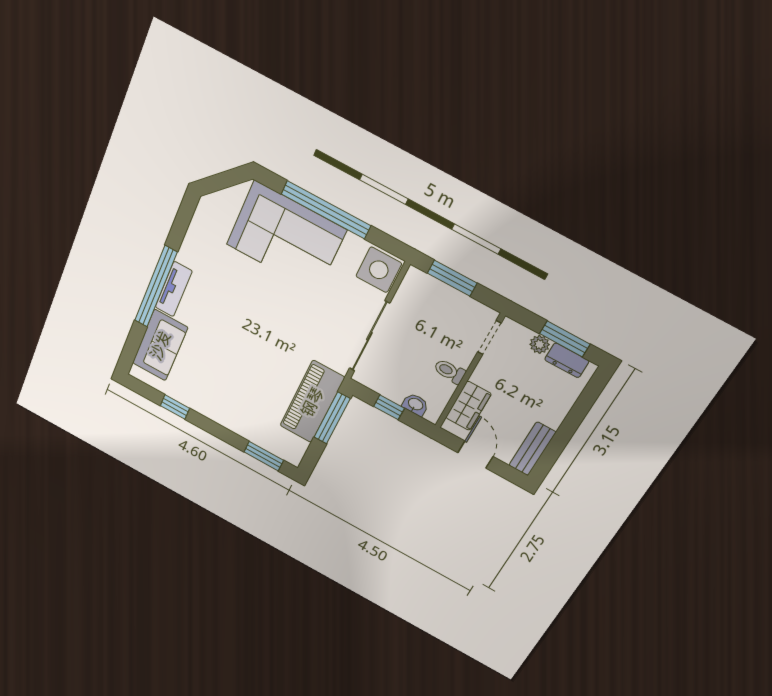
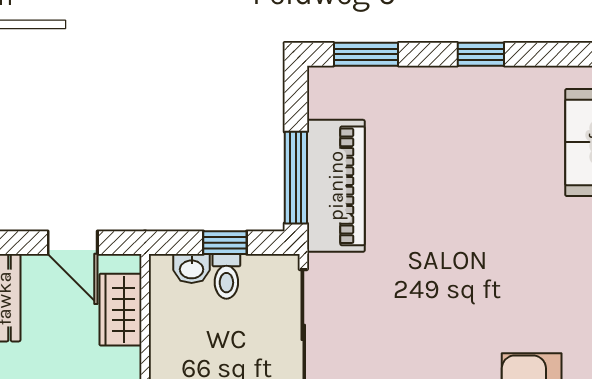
toilet: (450, 371) -> (226, 276), moved, turned 90
window: (175, 407) -> (481, 54), moved

